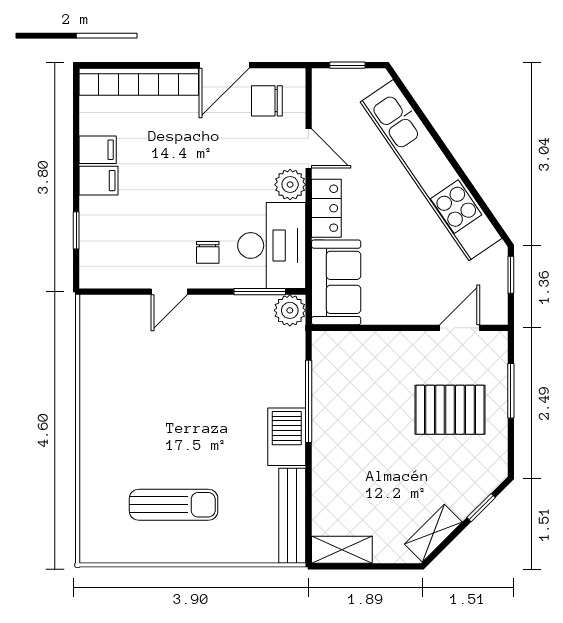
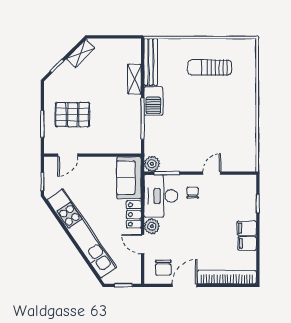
chair: (267, 101) -> (163, 268), turned 90
shelving: (342, 550) -> (134, 79), moved, turned 90

